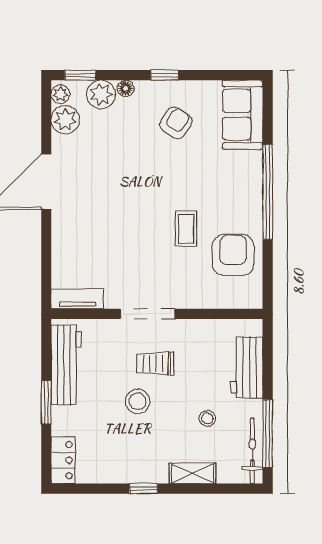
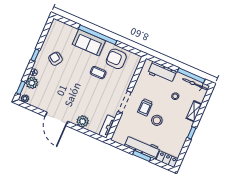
sofa: (243, 115) -> (89, 43), moved
plant: (65, 120) -> (83, 121), moved
workbench: (66, 365) -> (142, 147), moved

